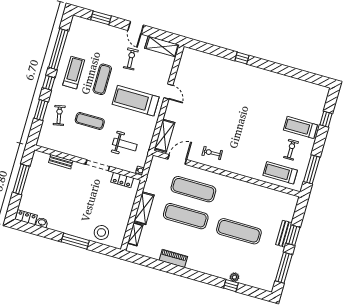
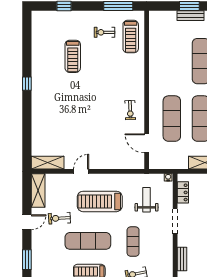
window: (242, 58) -> (27, 84), moved
exercise mat: (102, 79) -> (88, 241), width x1.36, depth x1.45
treadmill: (136, 101) -> (100, 201), turned 90
treadmill: (300, 127) -> (73, 56), moved
shelving: (165, 136) -> (48, 163), moved

